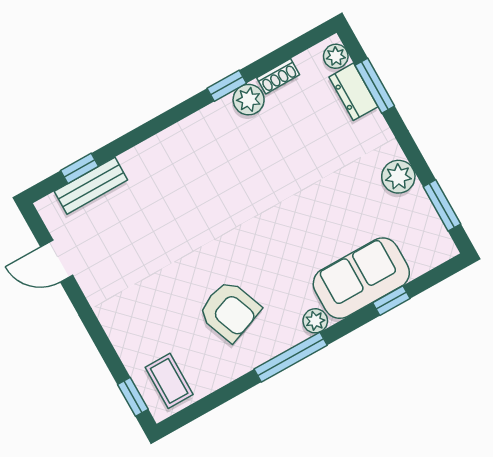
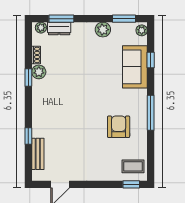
window: (79, 168) -> (28, 136), moved
armchair: (229, 311) -> (119, 127), turned -69
plant: (315, 321) -> (142, 30), moved

